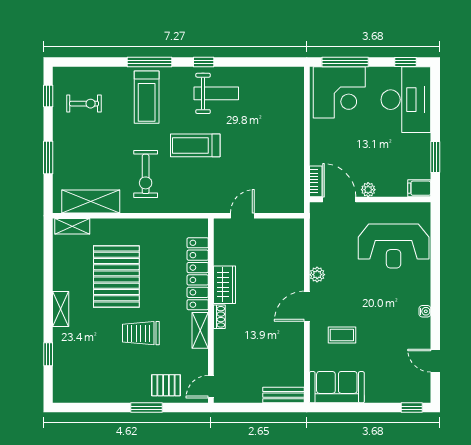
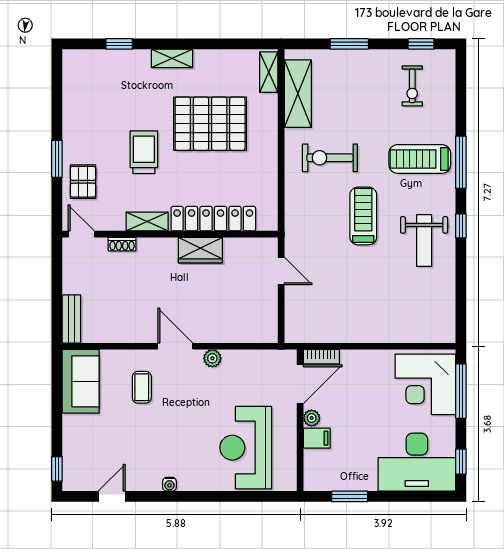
filing cabinet: (419, 188) -> (317, 438), moved, turned 90
shoe rack: (219, 317) -> (122, 244), moved

